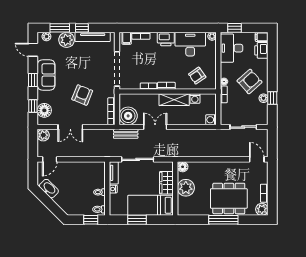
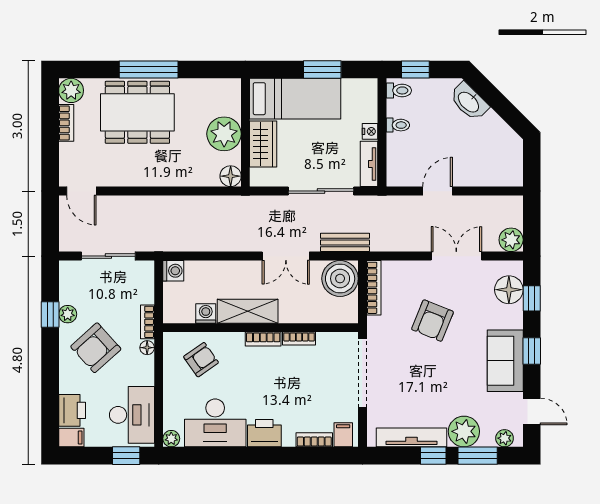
door: (50, 159) -> (438, 191), moved
washbasin: (49, 189) -> (469, 102), moved

